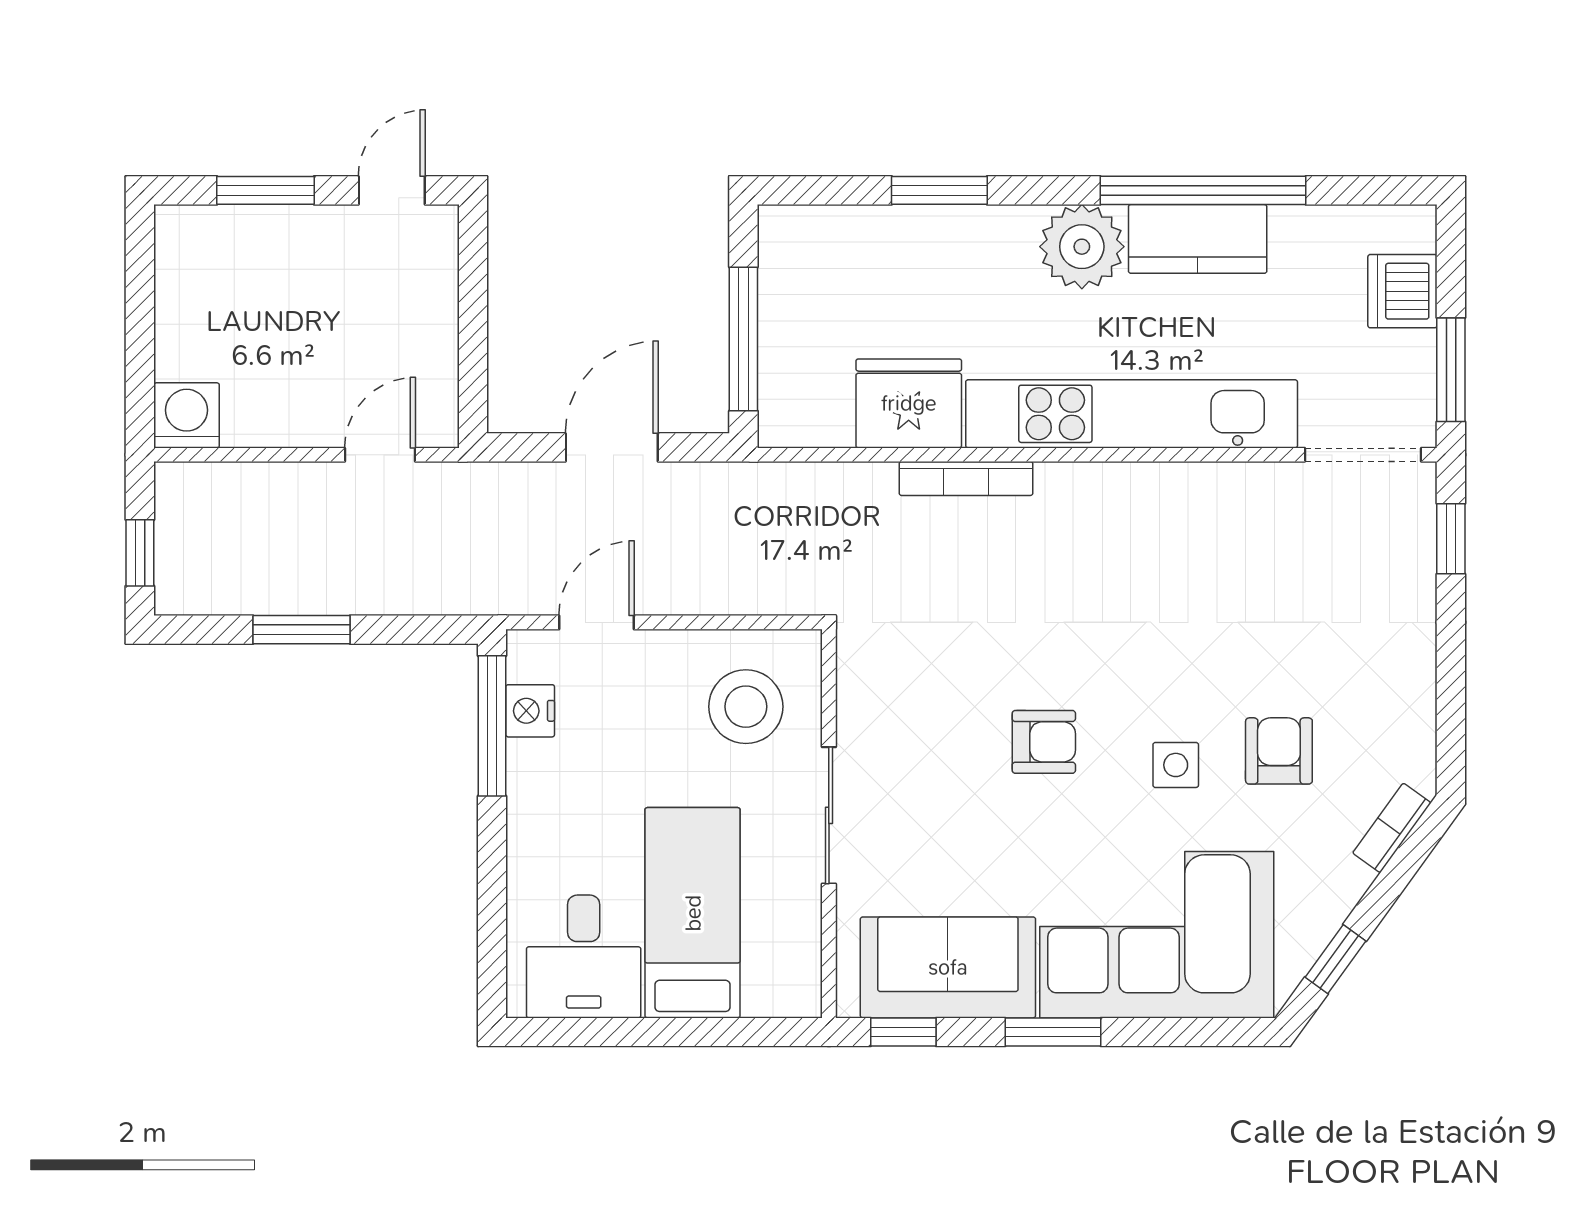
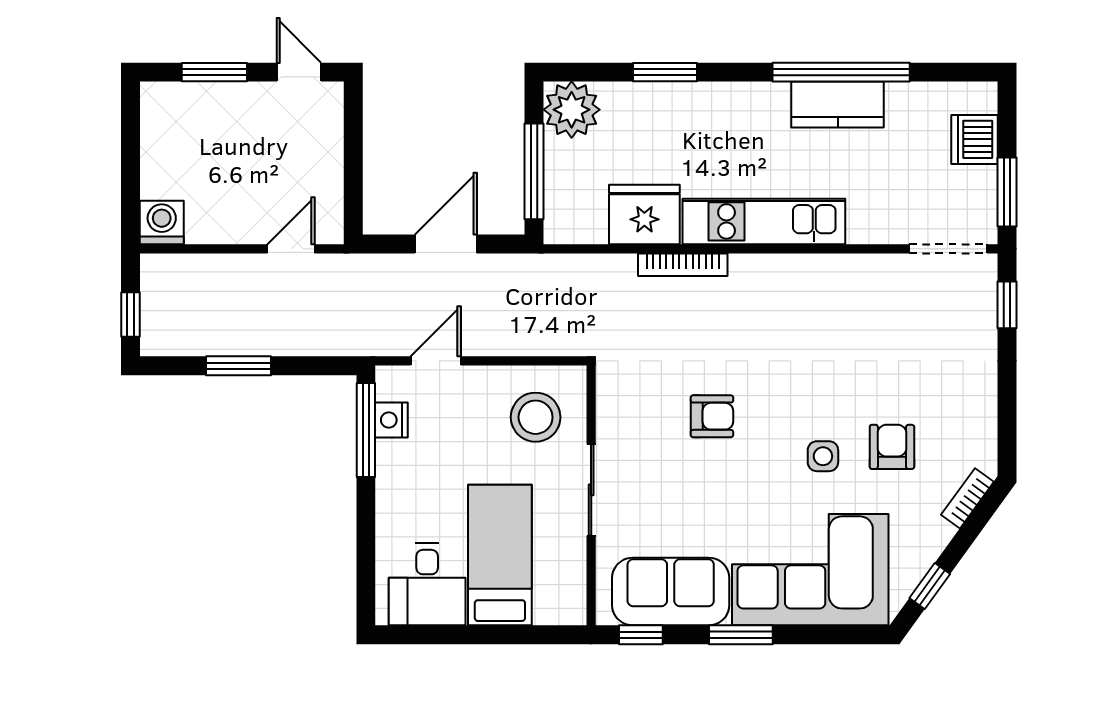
door: (392, 190) -> (299, 72), hinge flipped
plant: (1082, 247) -> (572, 110), moved
kitchen unit: (1132, 414) -> (764, 221), width x0.73
armchair: (1044, 742) -> (712, 416), moved

